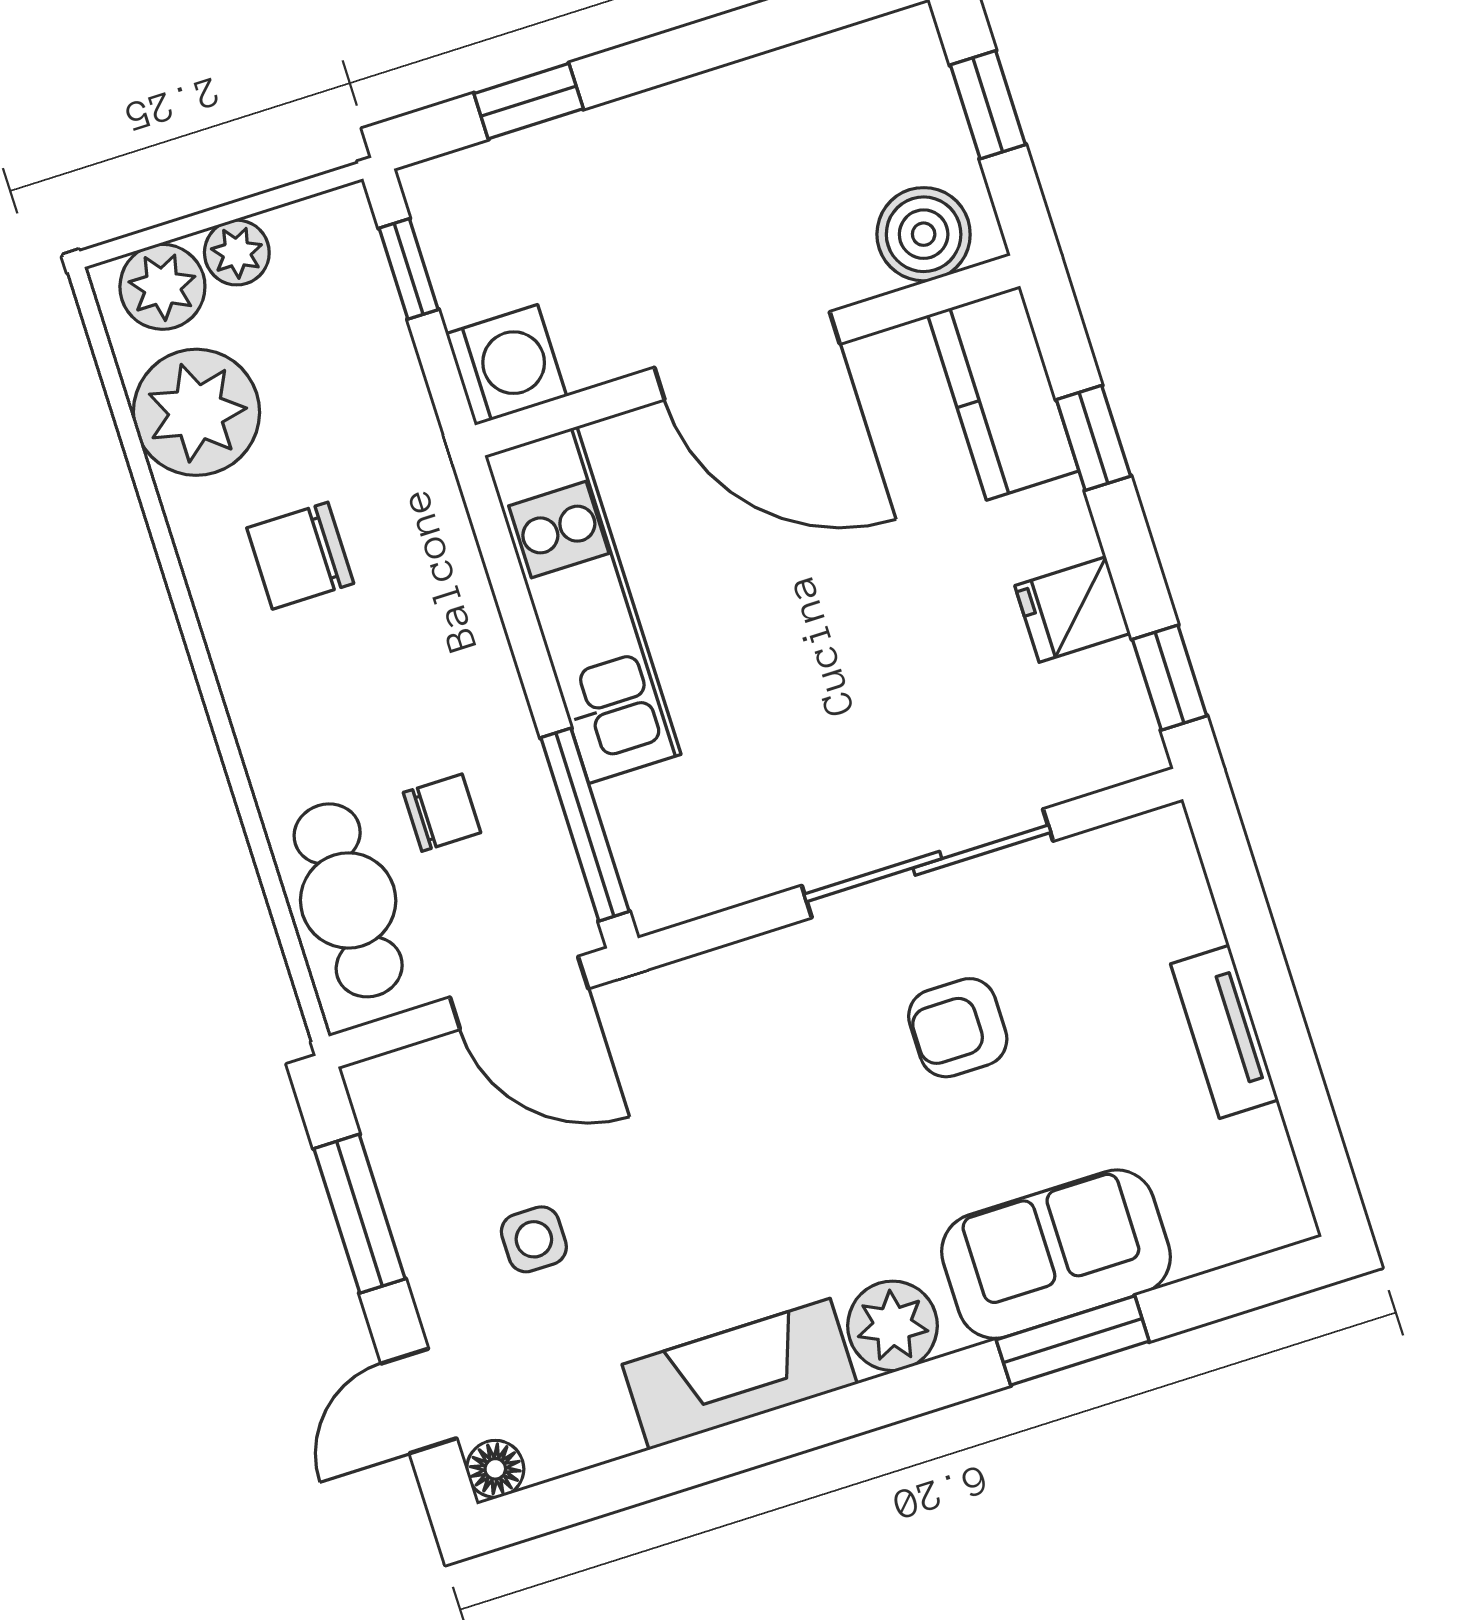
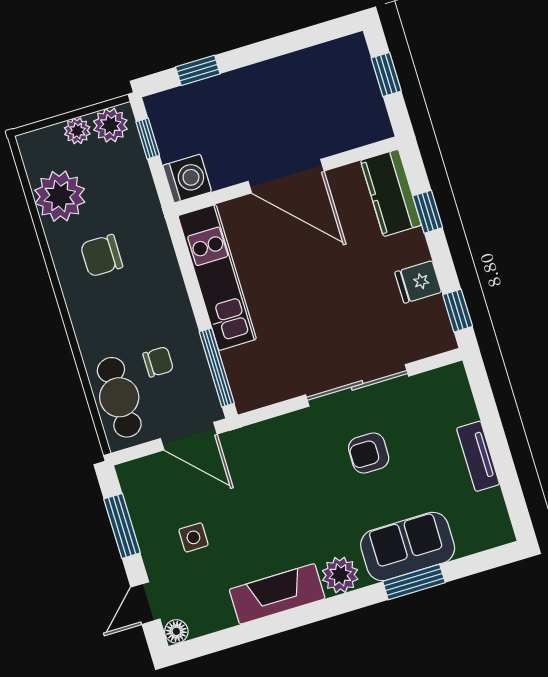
boiler: (924, 234) -> (359, 127), removed
plant: (162, 287) -> (110, 125), moved

